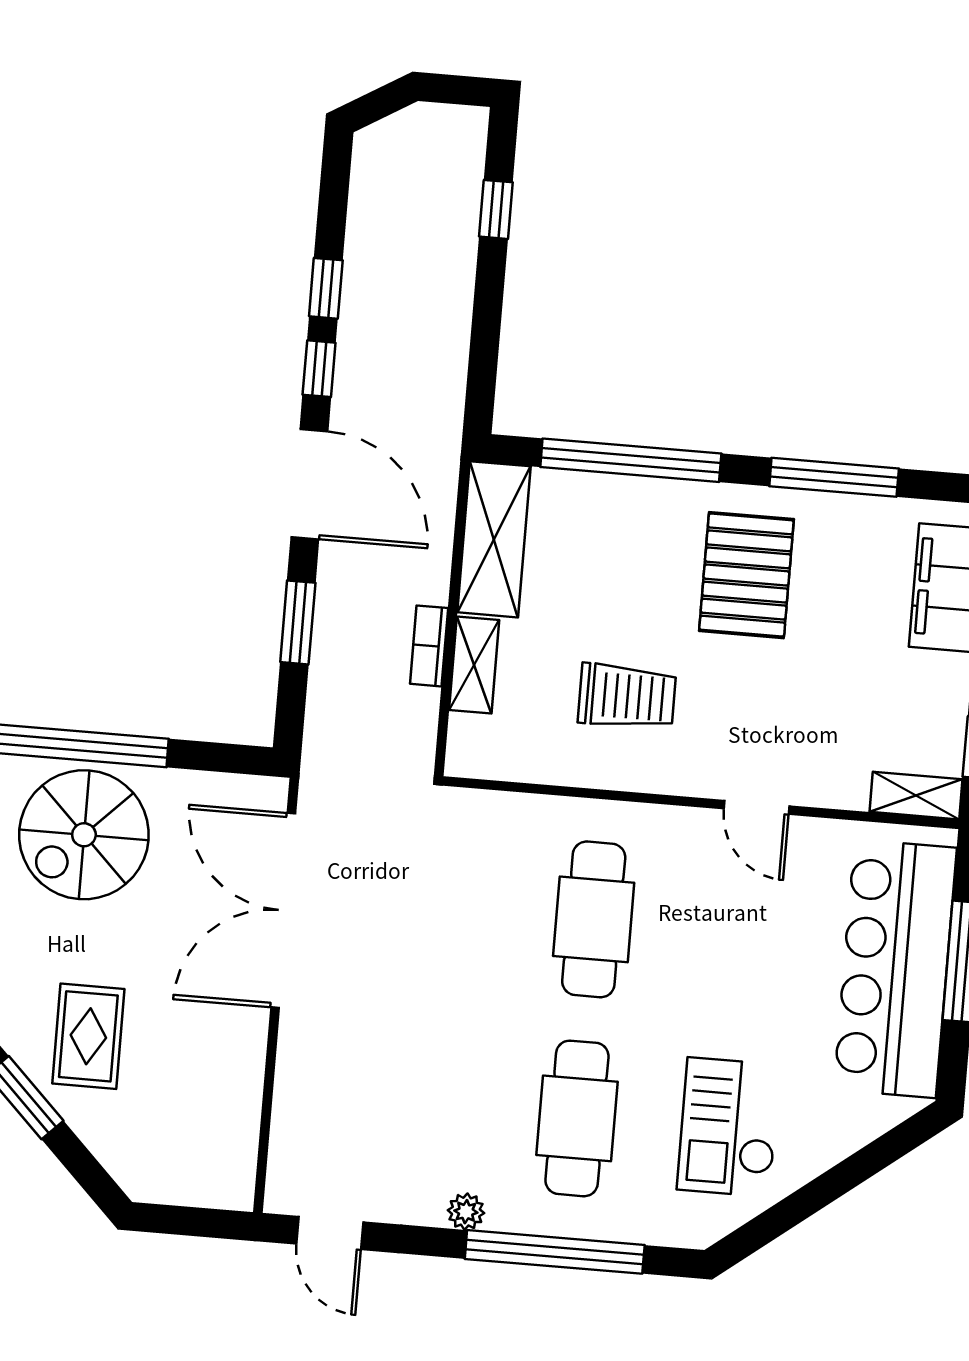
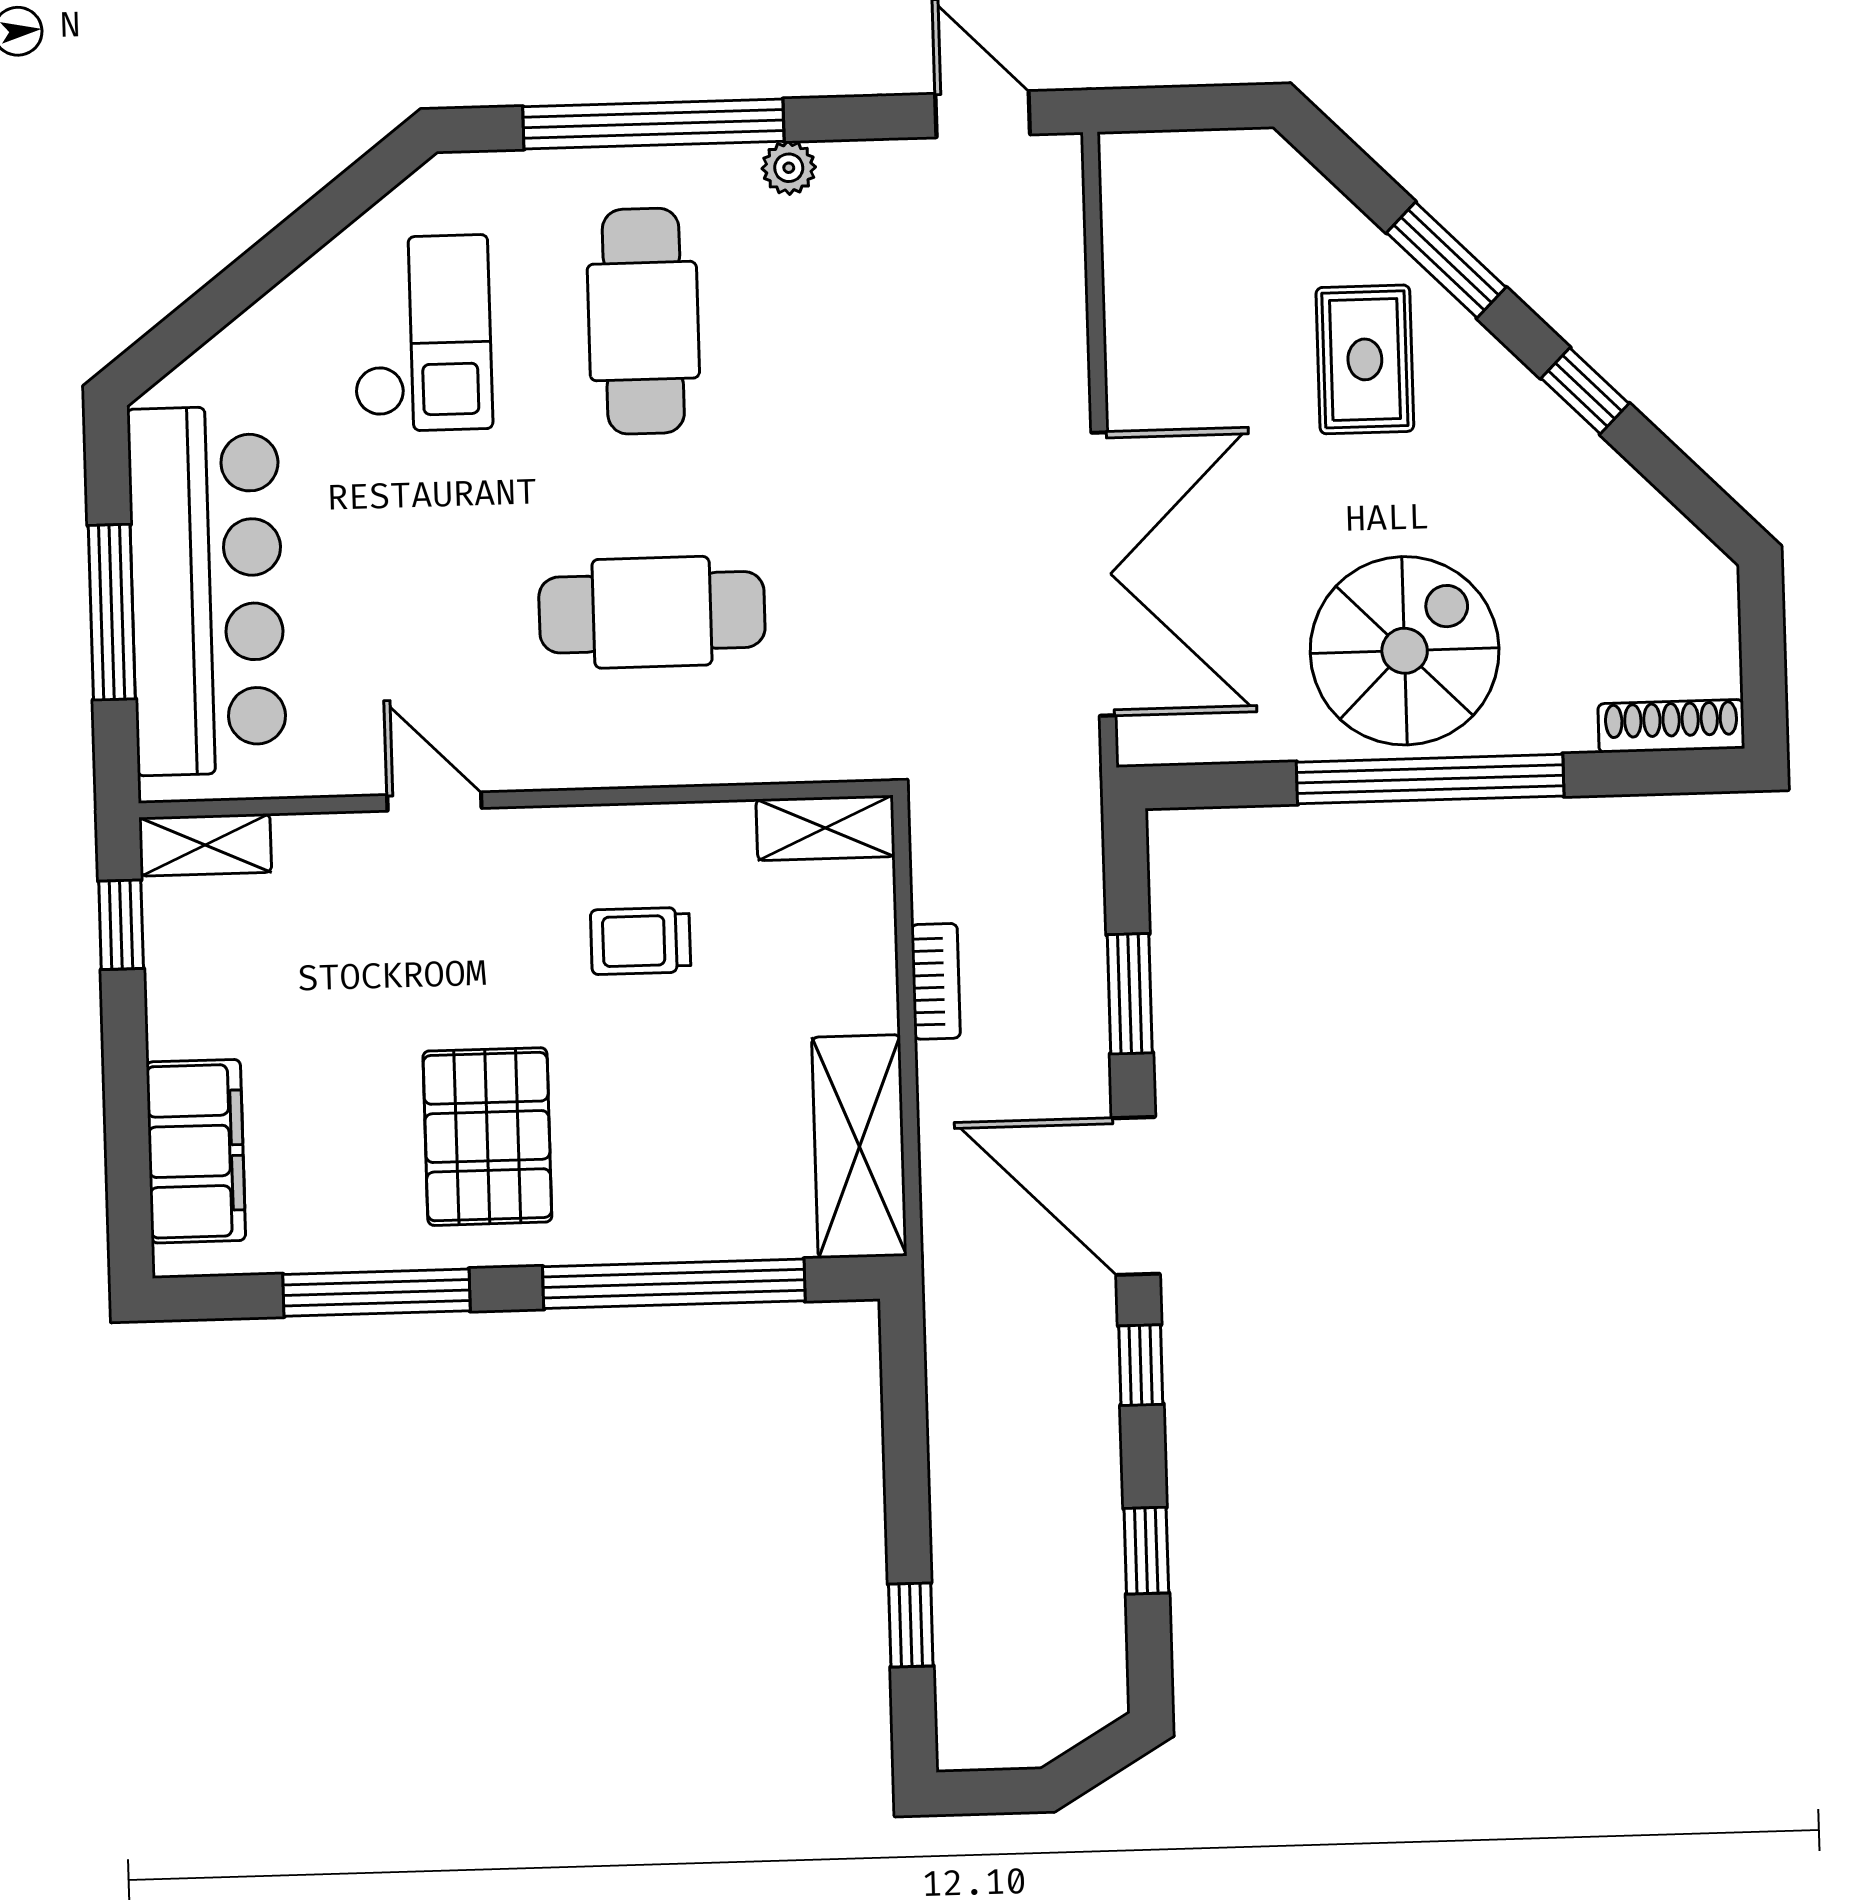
window: (326, 288) -> (1146, 1551), moved
shelving: (474, 665) -> (826, 828), moved, turned 90
trolley: (627, 696) -> (641, 941), width x0.73, depth x0.72
cafe table: (594, 919) -> (652, 612), turned 90

